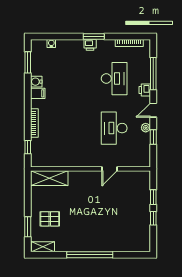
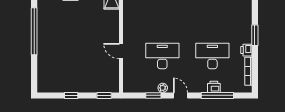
printer: (90, 45) -> (246, 50), moved
desk: (114, 79) -> (212, 56), turned 180
printer: (145, 90) -> (214, 87), moved
window: (153, 197) -> (104, 95), moved

